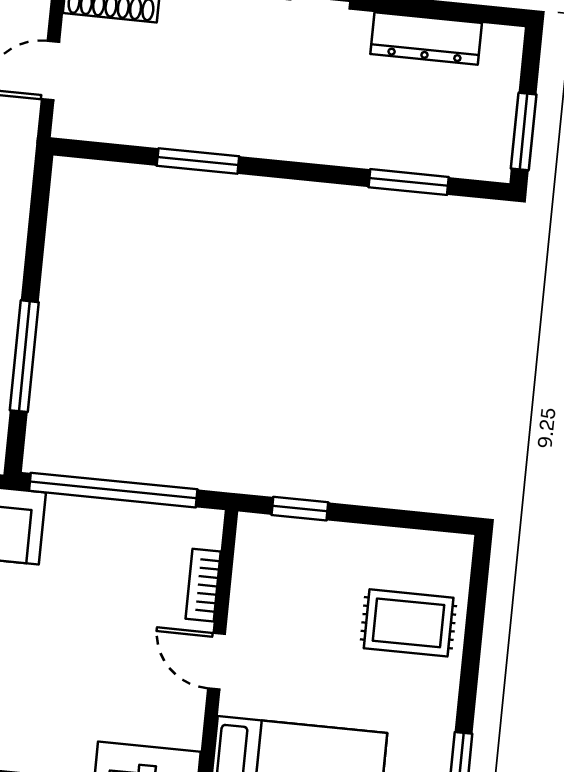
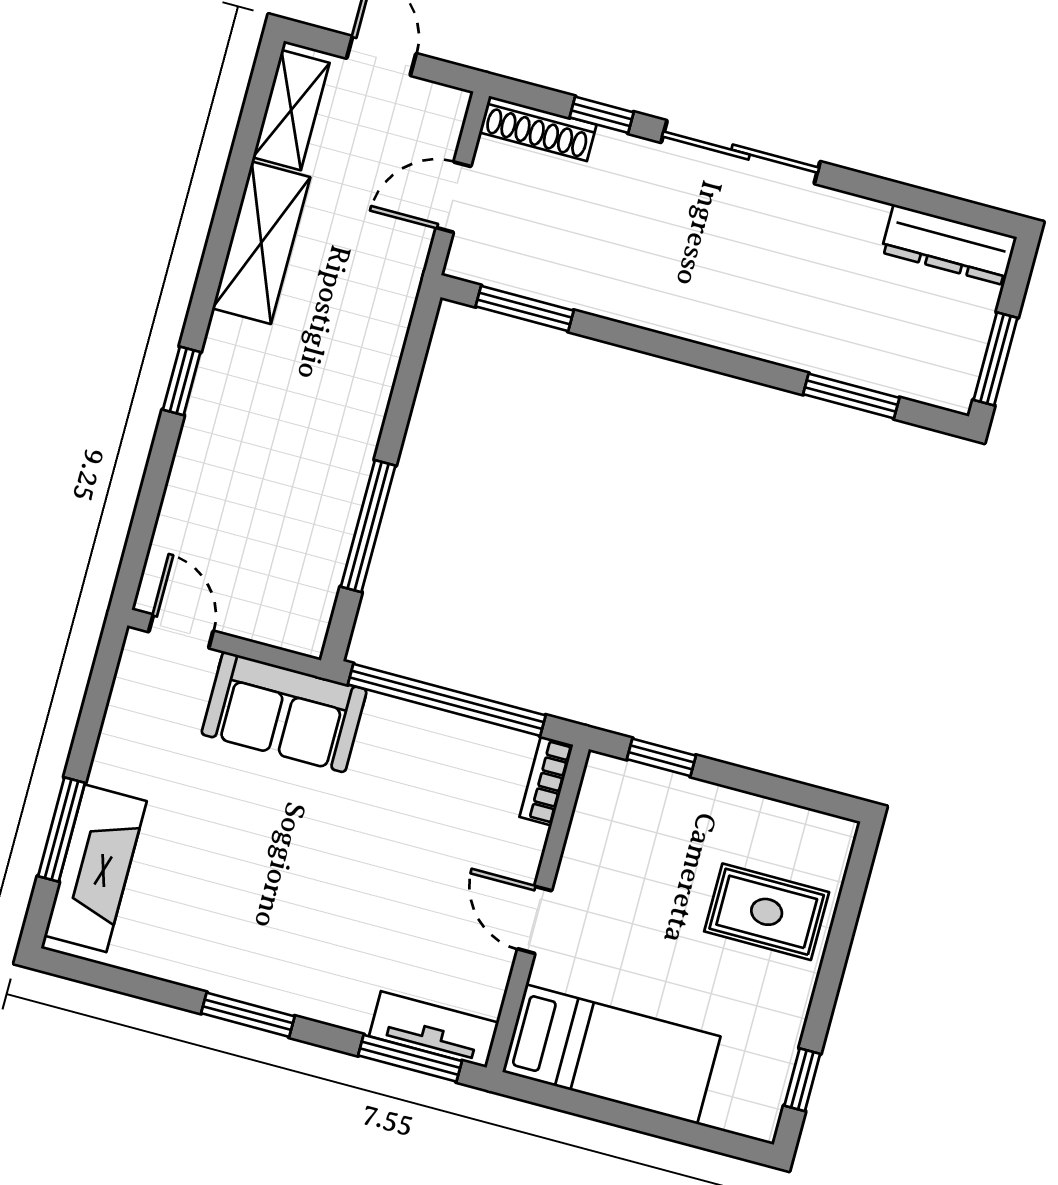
dresser: (426, 39) -> (949, 245), moved
window: (198, 161) -> (525, 309), moved
bookcase: (203, 585) -> (546, 781), moved

